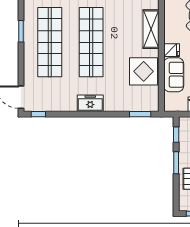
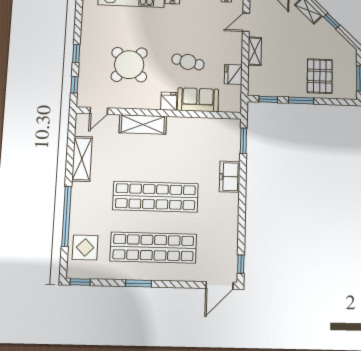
display table: (144, 71) -> (193, 135), removed
freezer: (90, 103) -> (230, 177), moved

